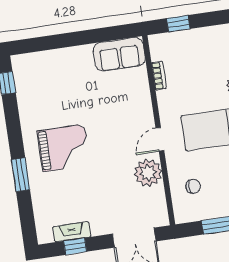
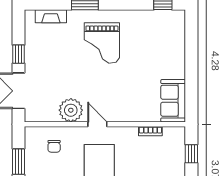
fireplace: (72, 232) -> (51, 16), moved, turned 90
window: (75, 246) -> (19, 54), moved

